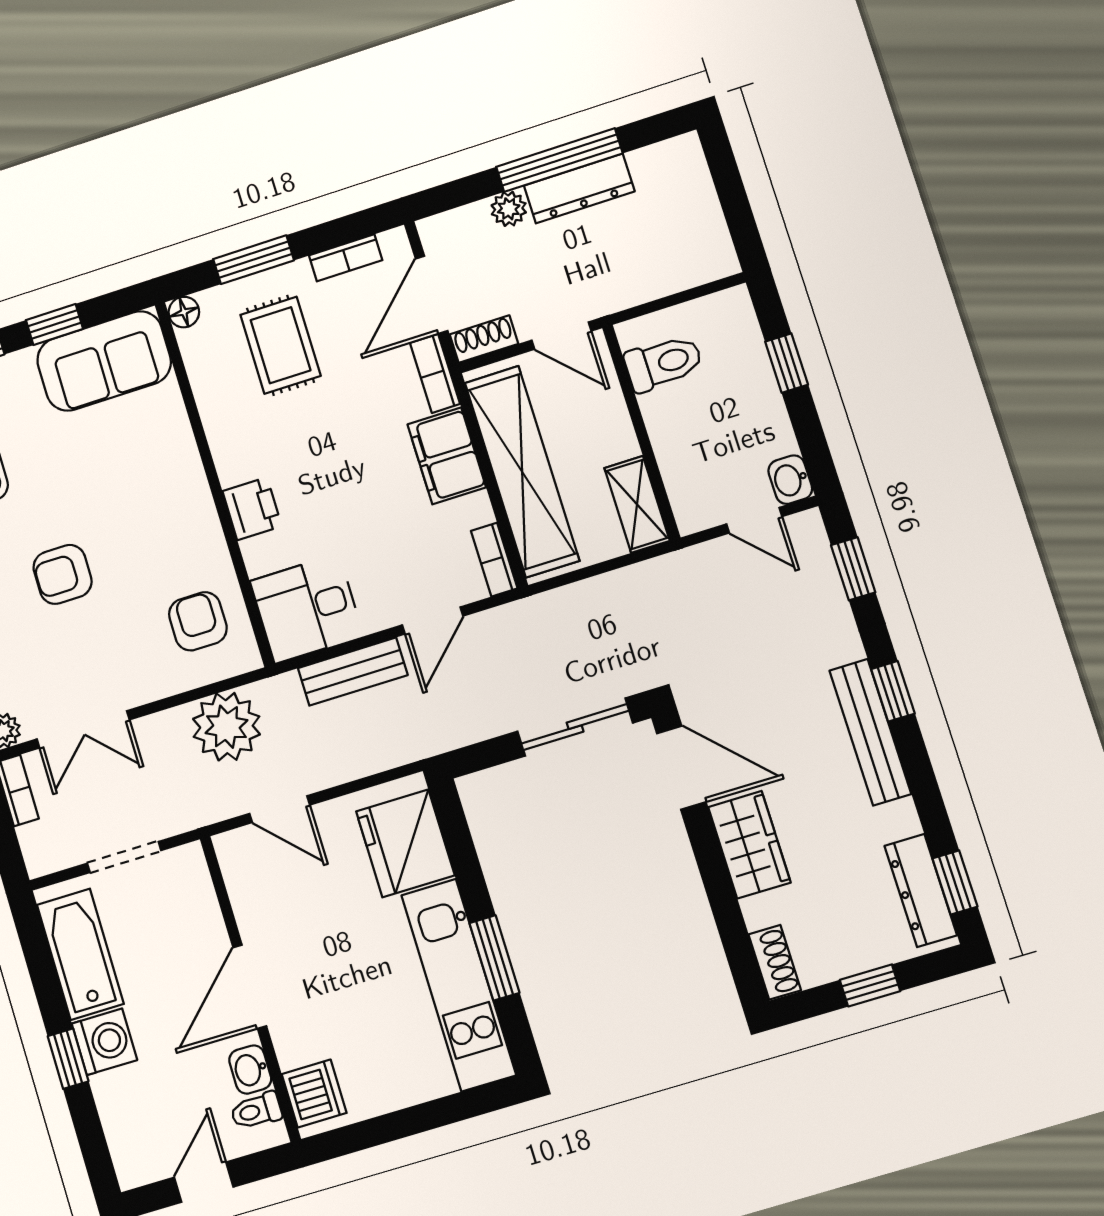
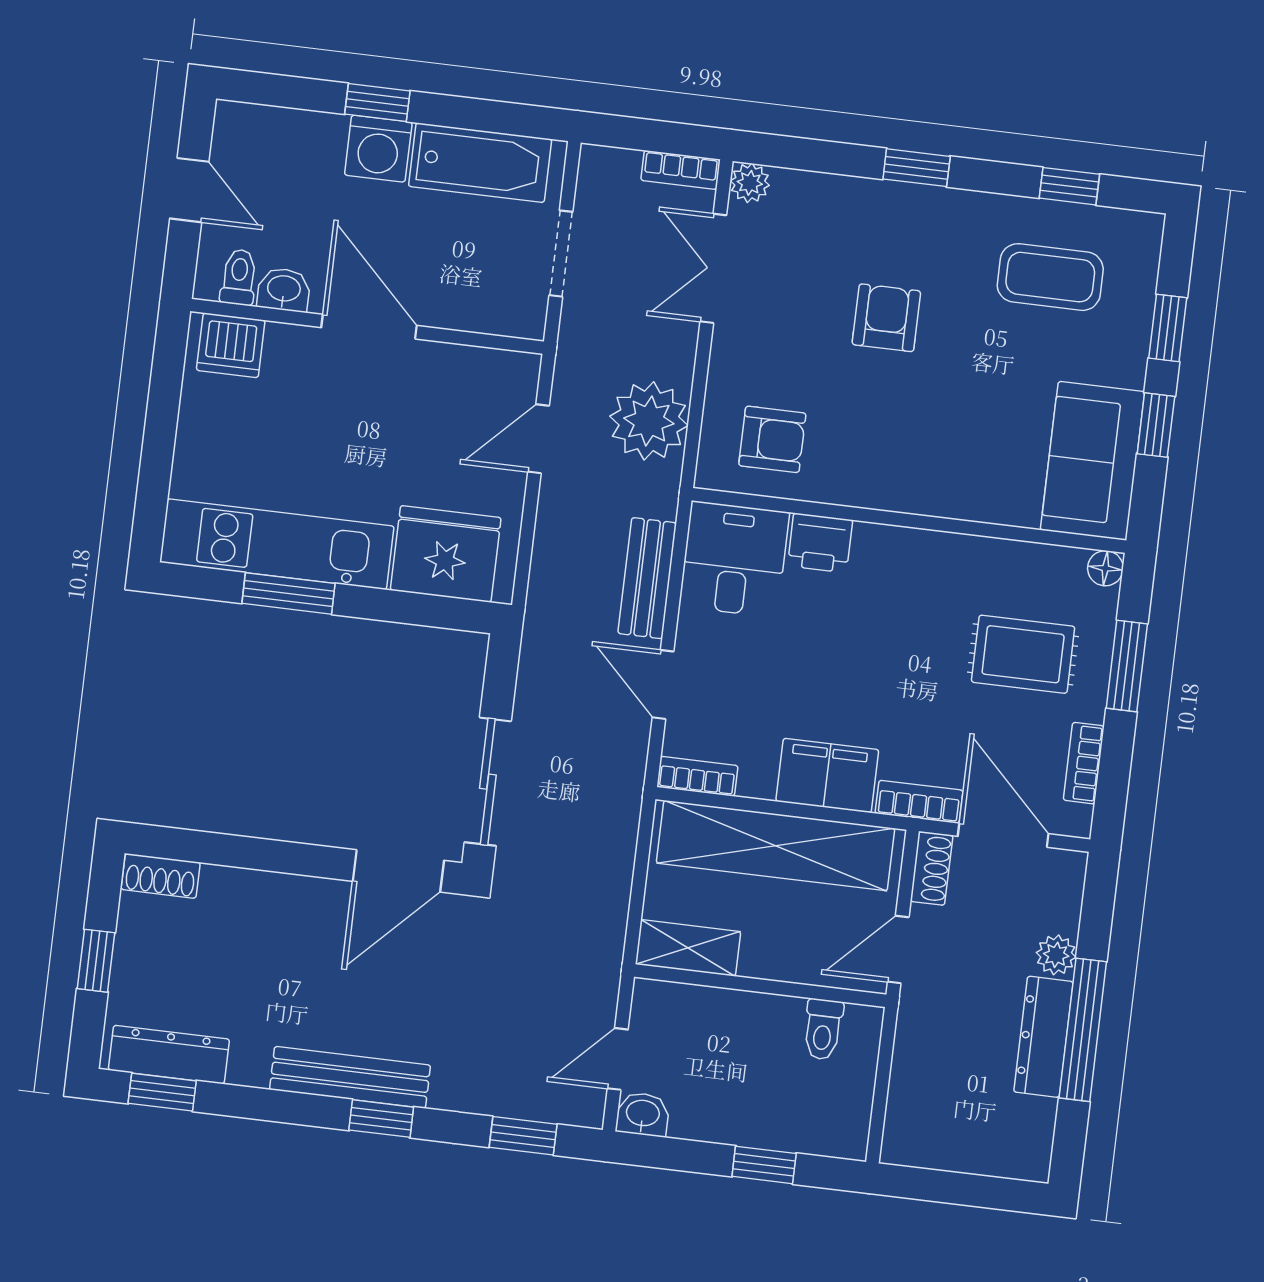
toilet: (664, 363) -> (823, 1029), width x0.73, depth x0.72
printer: (252, 509) -> (820, 543), moved
wardrobe: (749, 845) -> (290, 904), removed

